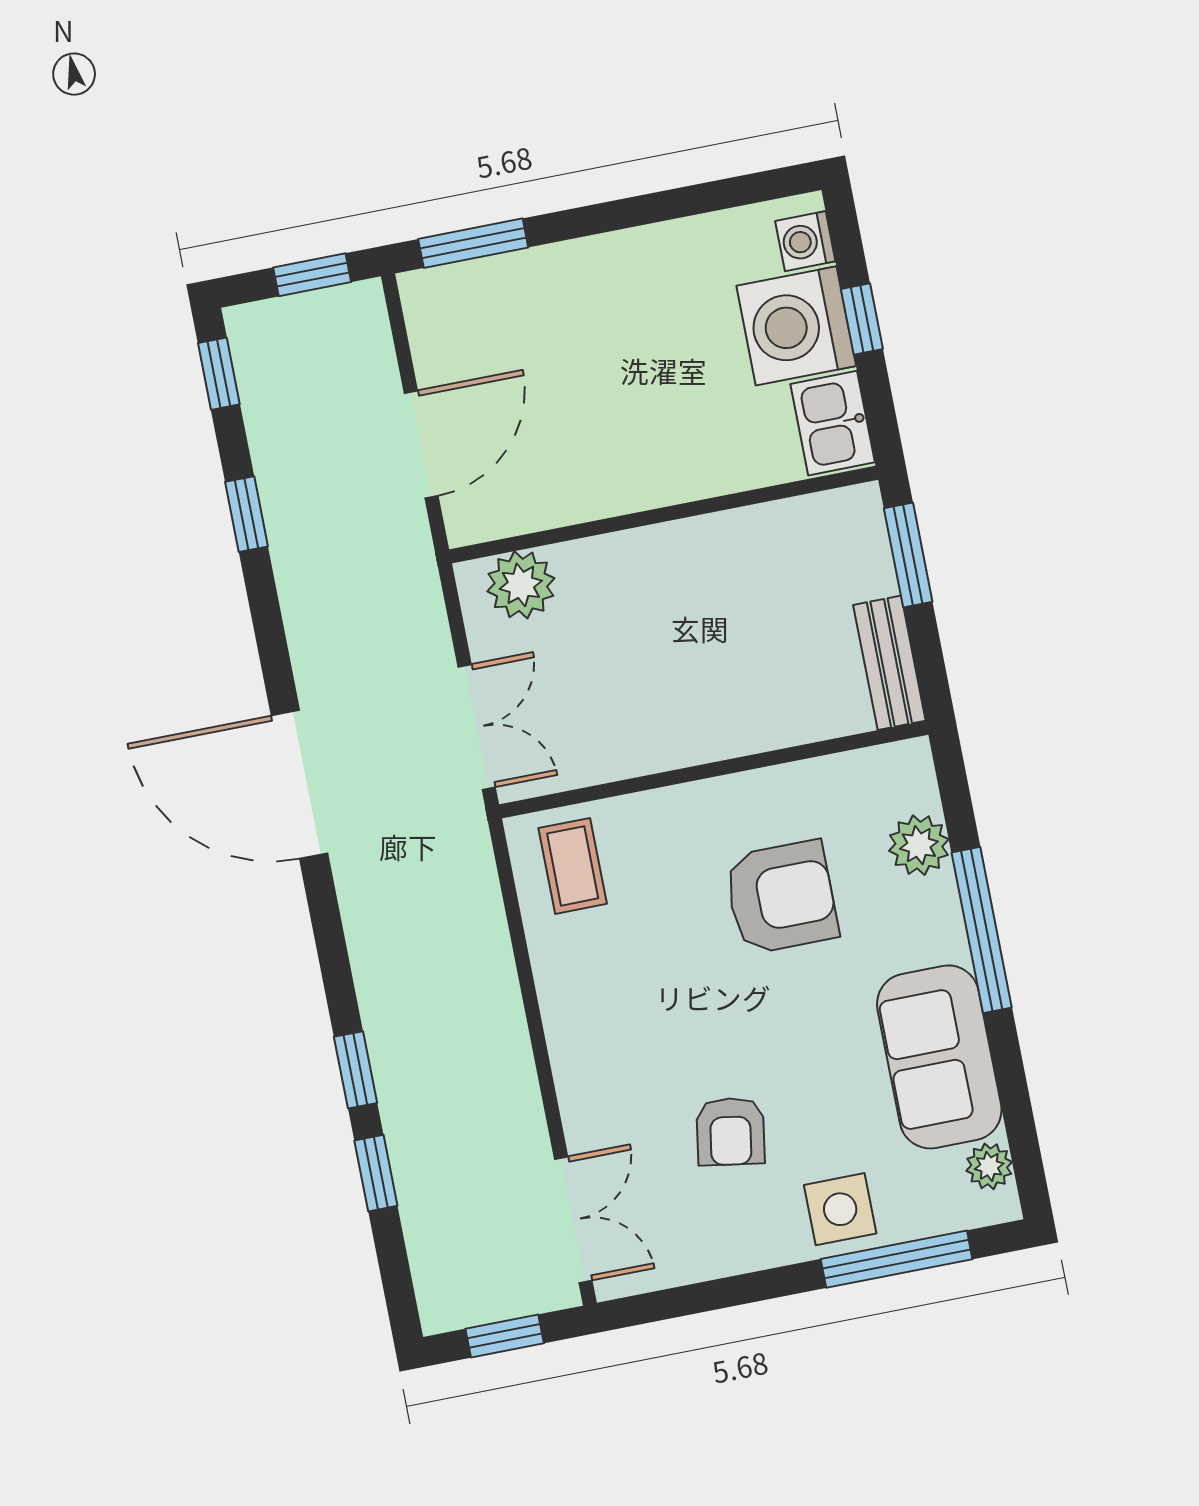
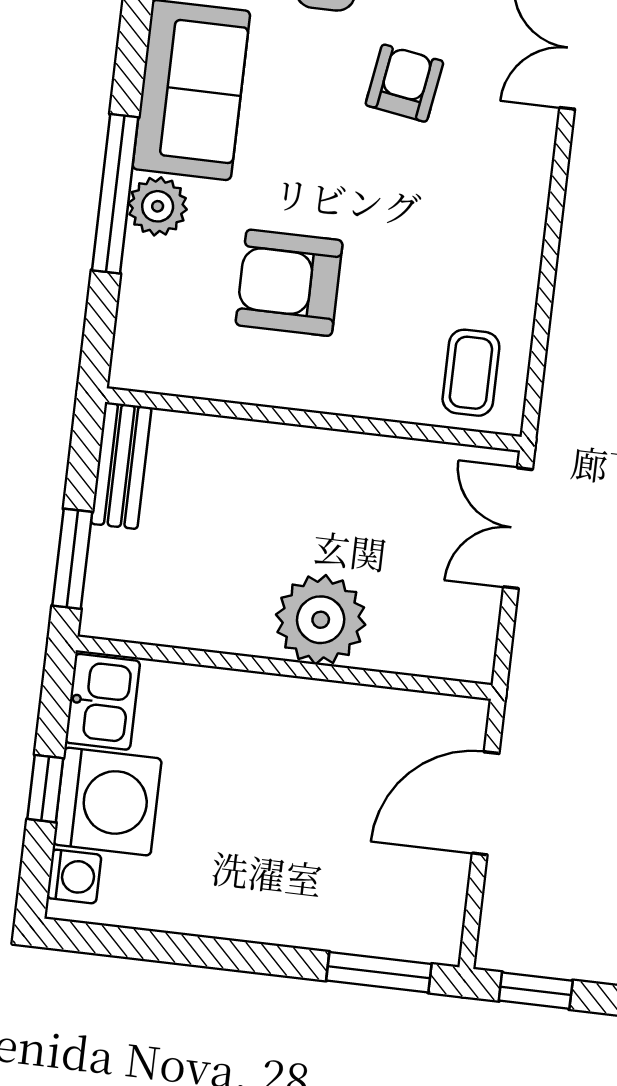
plant: (521, 585) -> (321, 620), moved, width x1.36, depth x1.36
plant: (919, 845) -> (158, 206), moved

